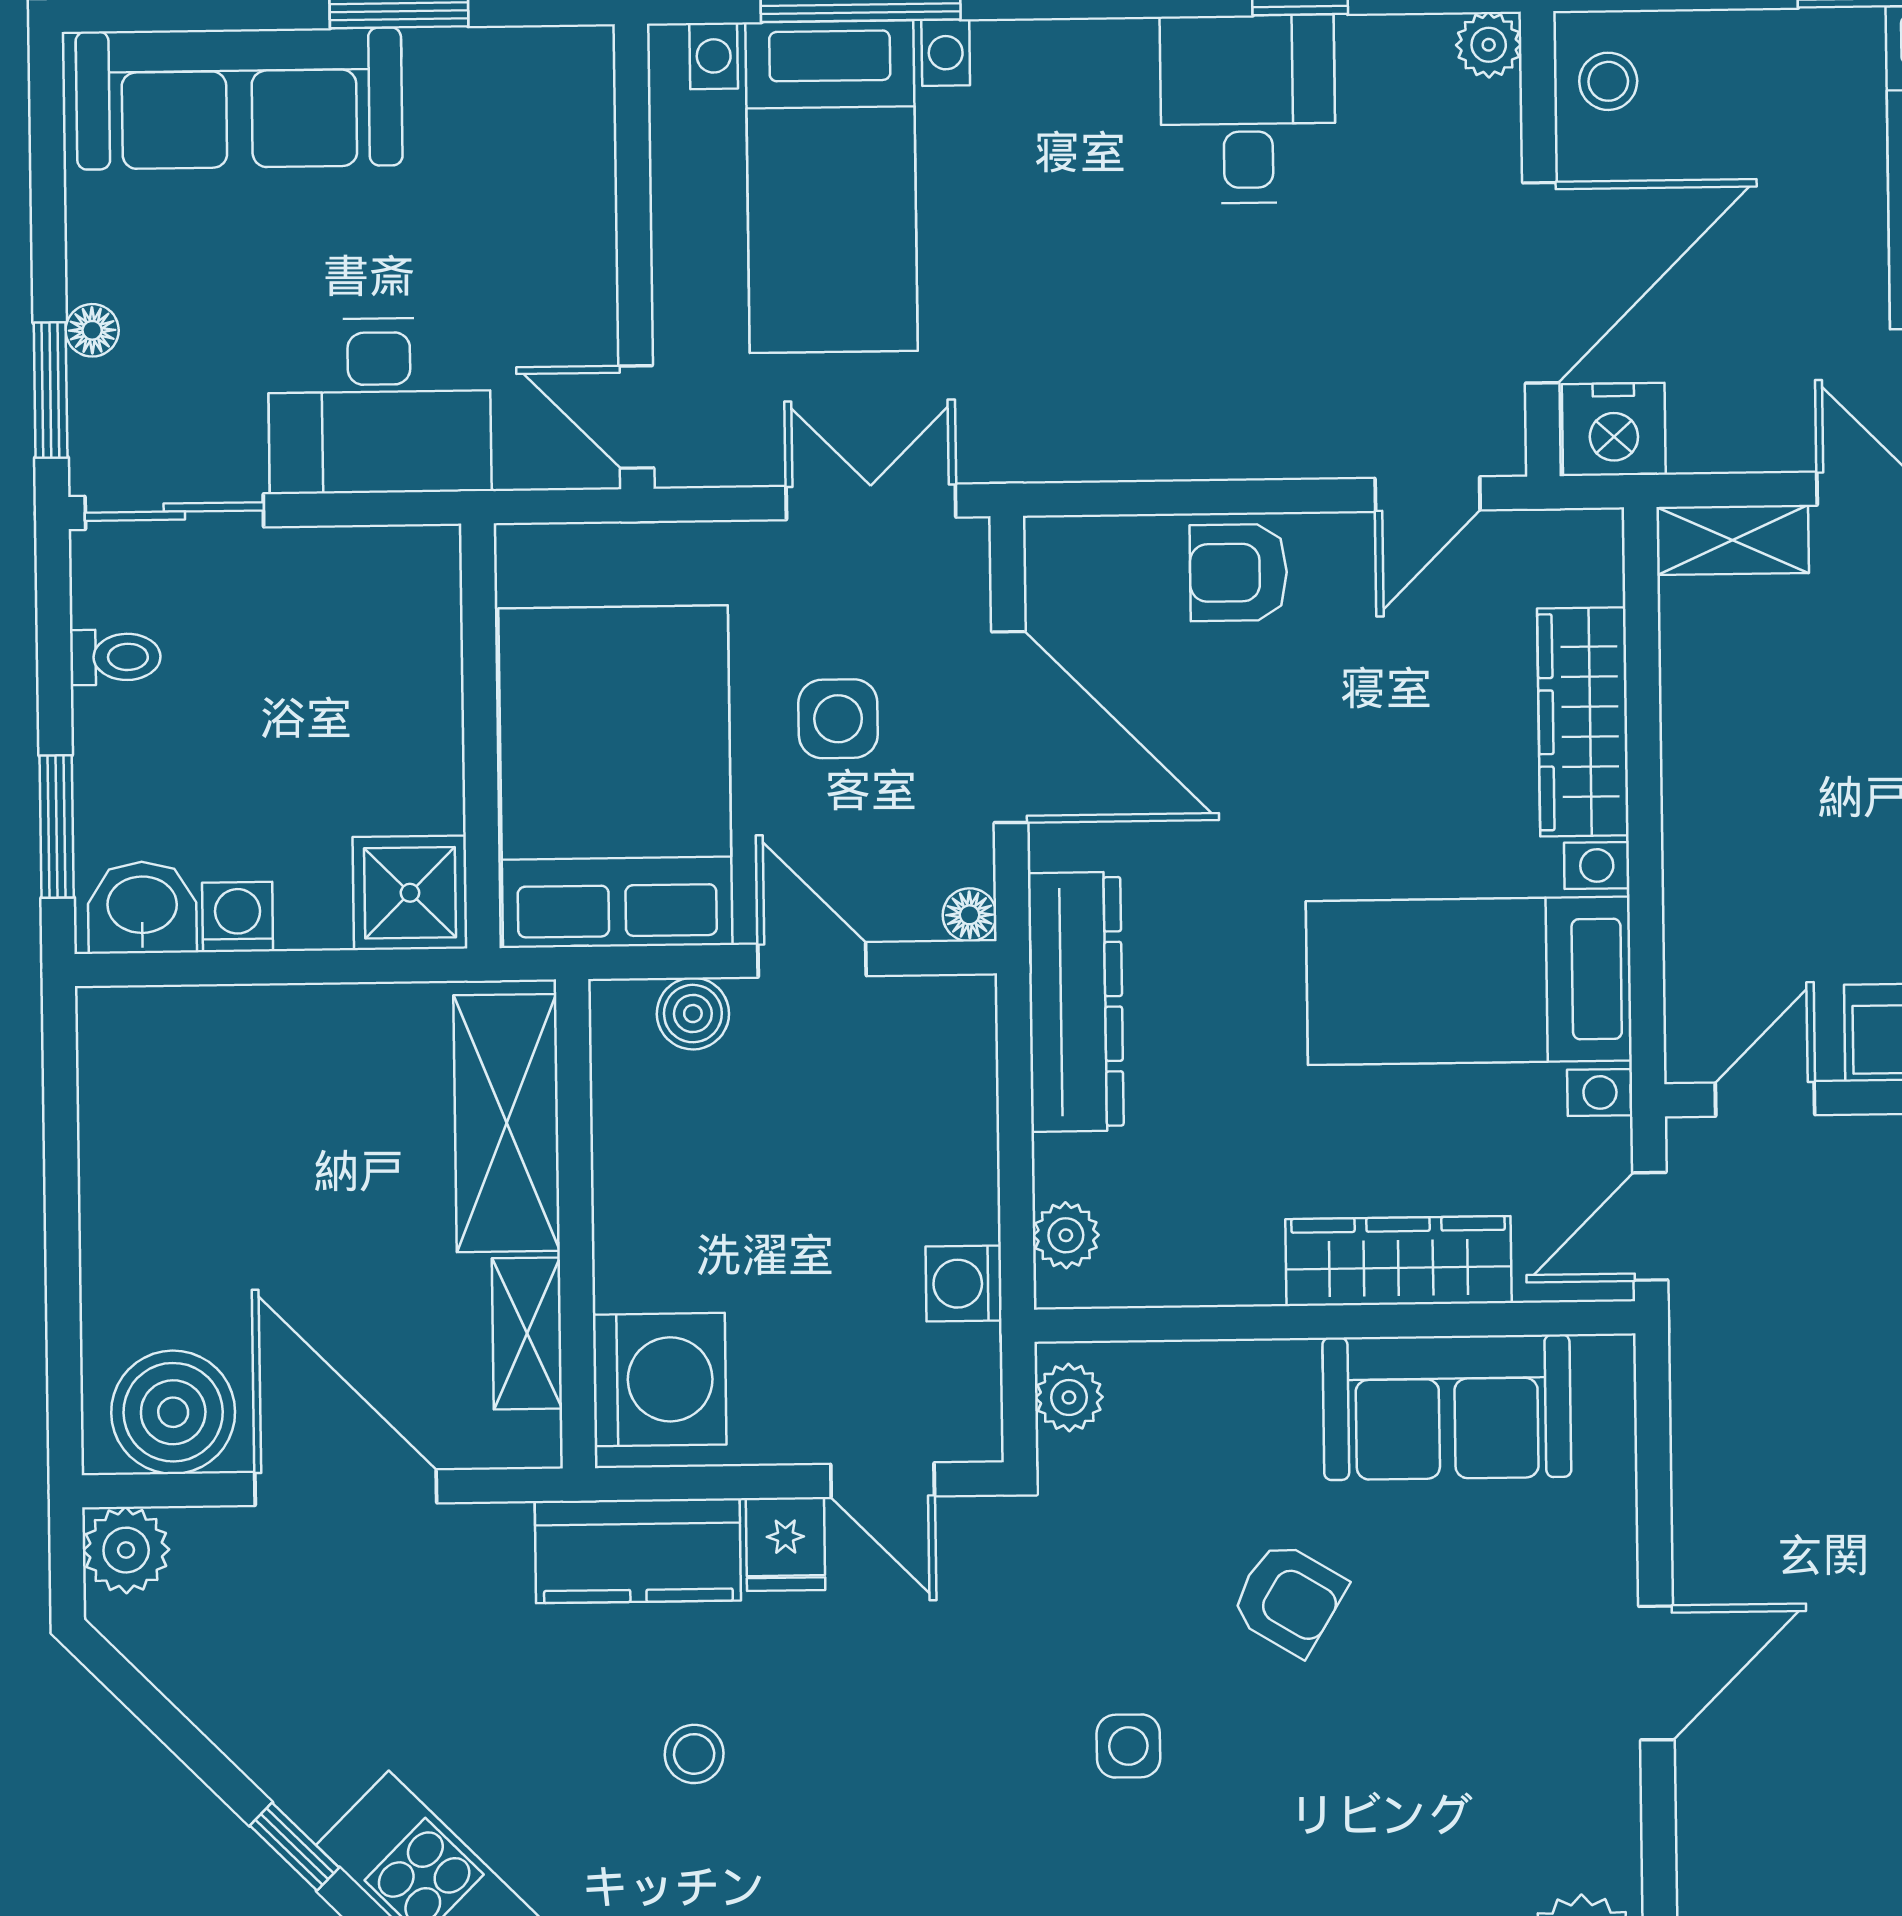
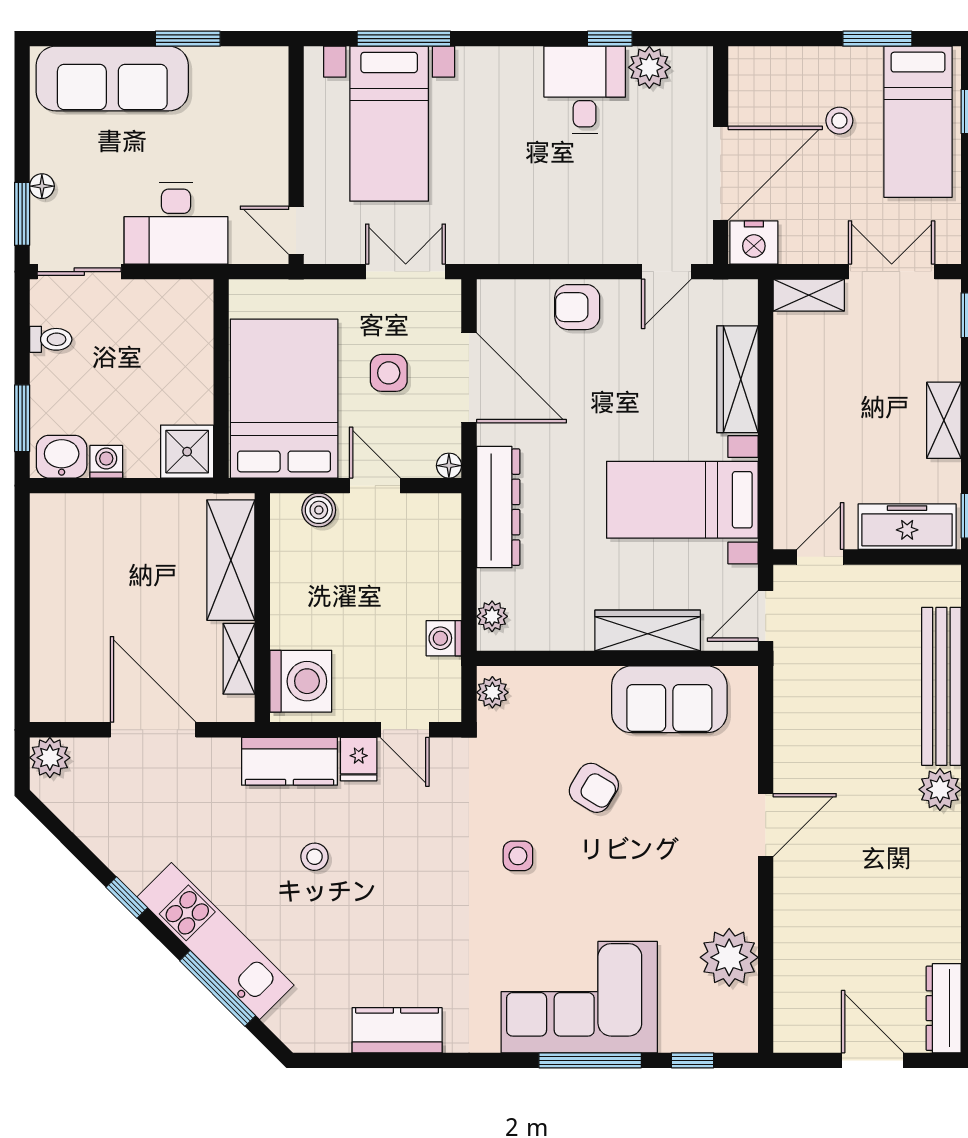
plant: (1489, 45) -> (649, 67), moved, width x1.38, depth x1.38
stool: (1608, 81) -> (839, 121), moved
boiler: (173, 1412) -> (73, 693), removed

